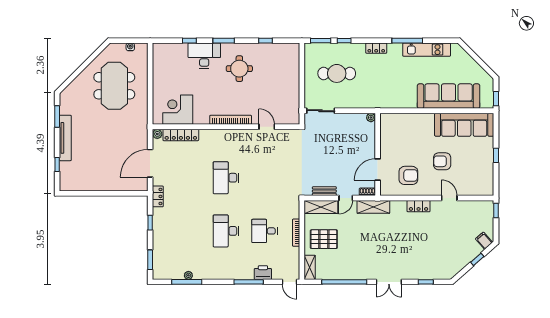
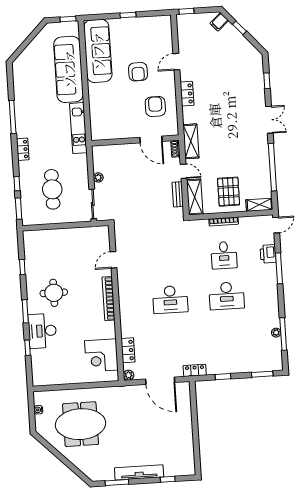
kitchen unit: (427, 50) -> (78, 128), moved, turned 180
plant: (371, 118) -> (98, 177), moved
locker: (181, 135) -> (128, 350), width x0.66

